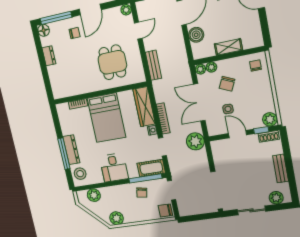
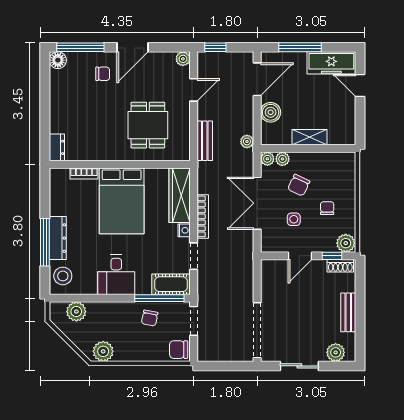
dresser: (49, 56) -> (57, 147), moved
chair: (256, 66) -> (327, 208), moved
door: (238, 134) -> (300, 256), swing flipped
plant: (195, 141) -> (247, 141), moved, width x0.53, depth x0.53

